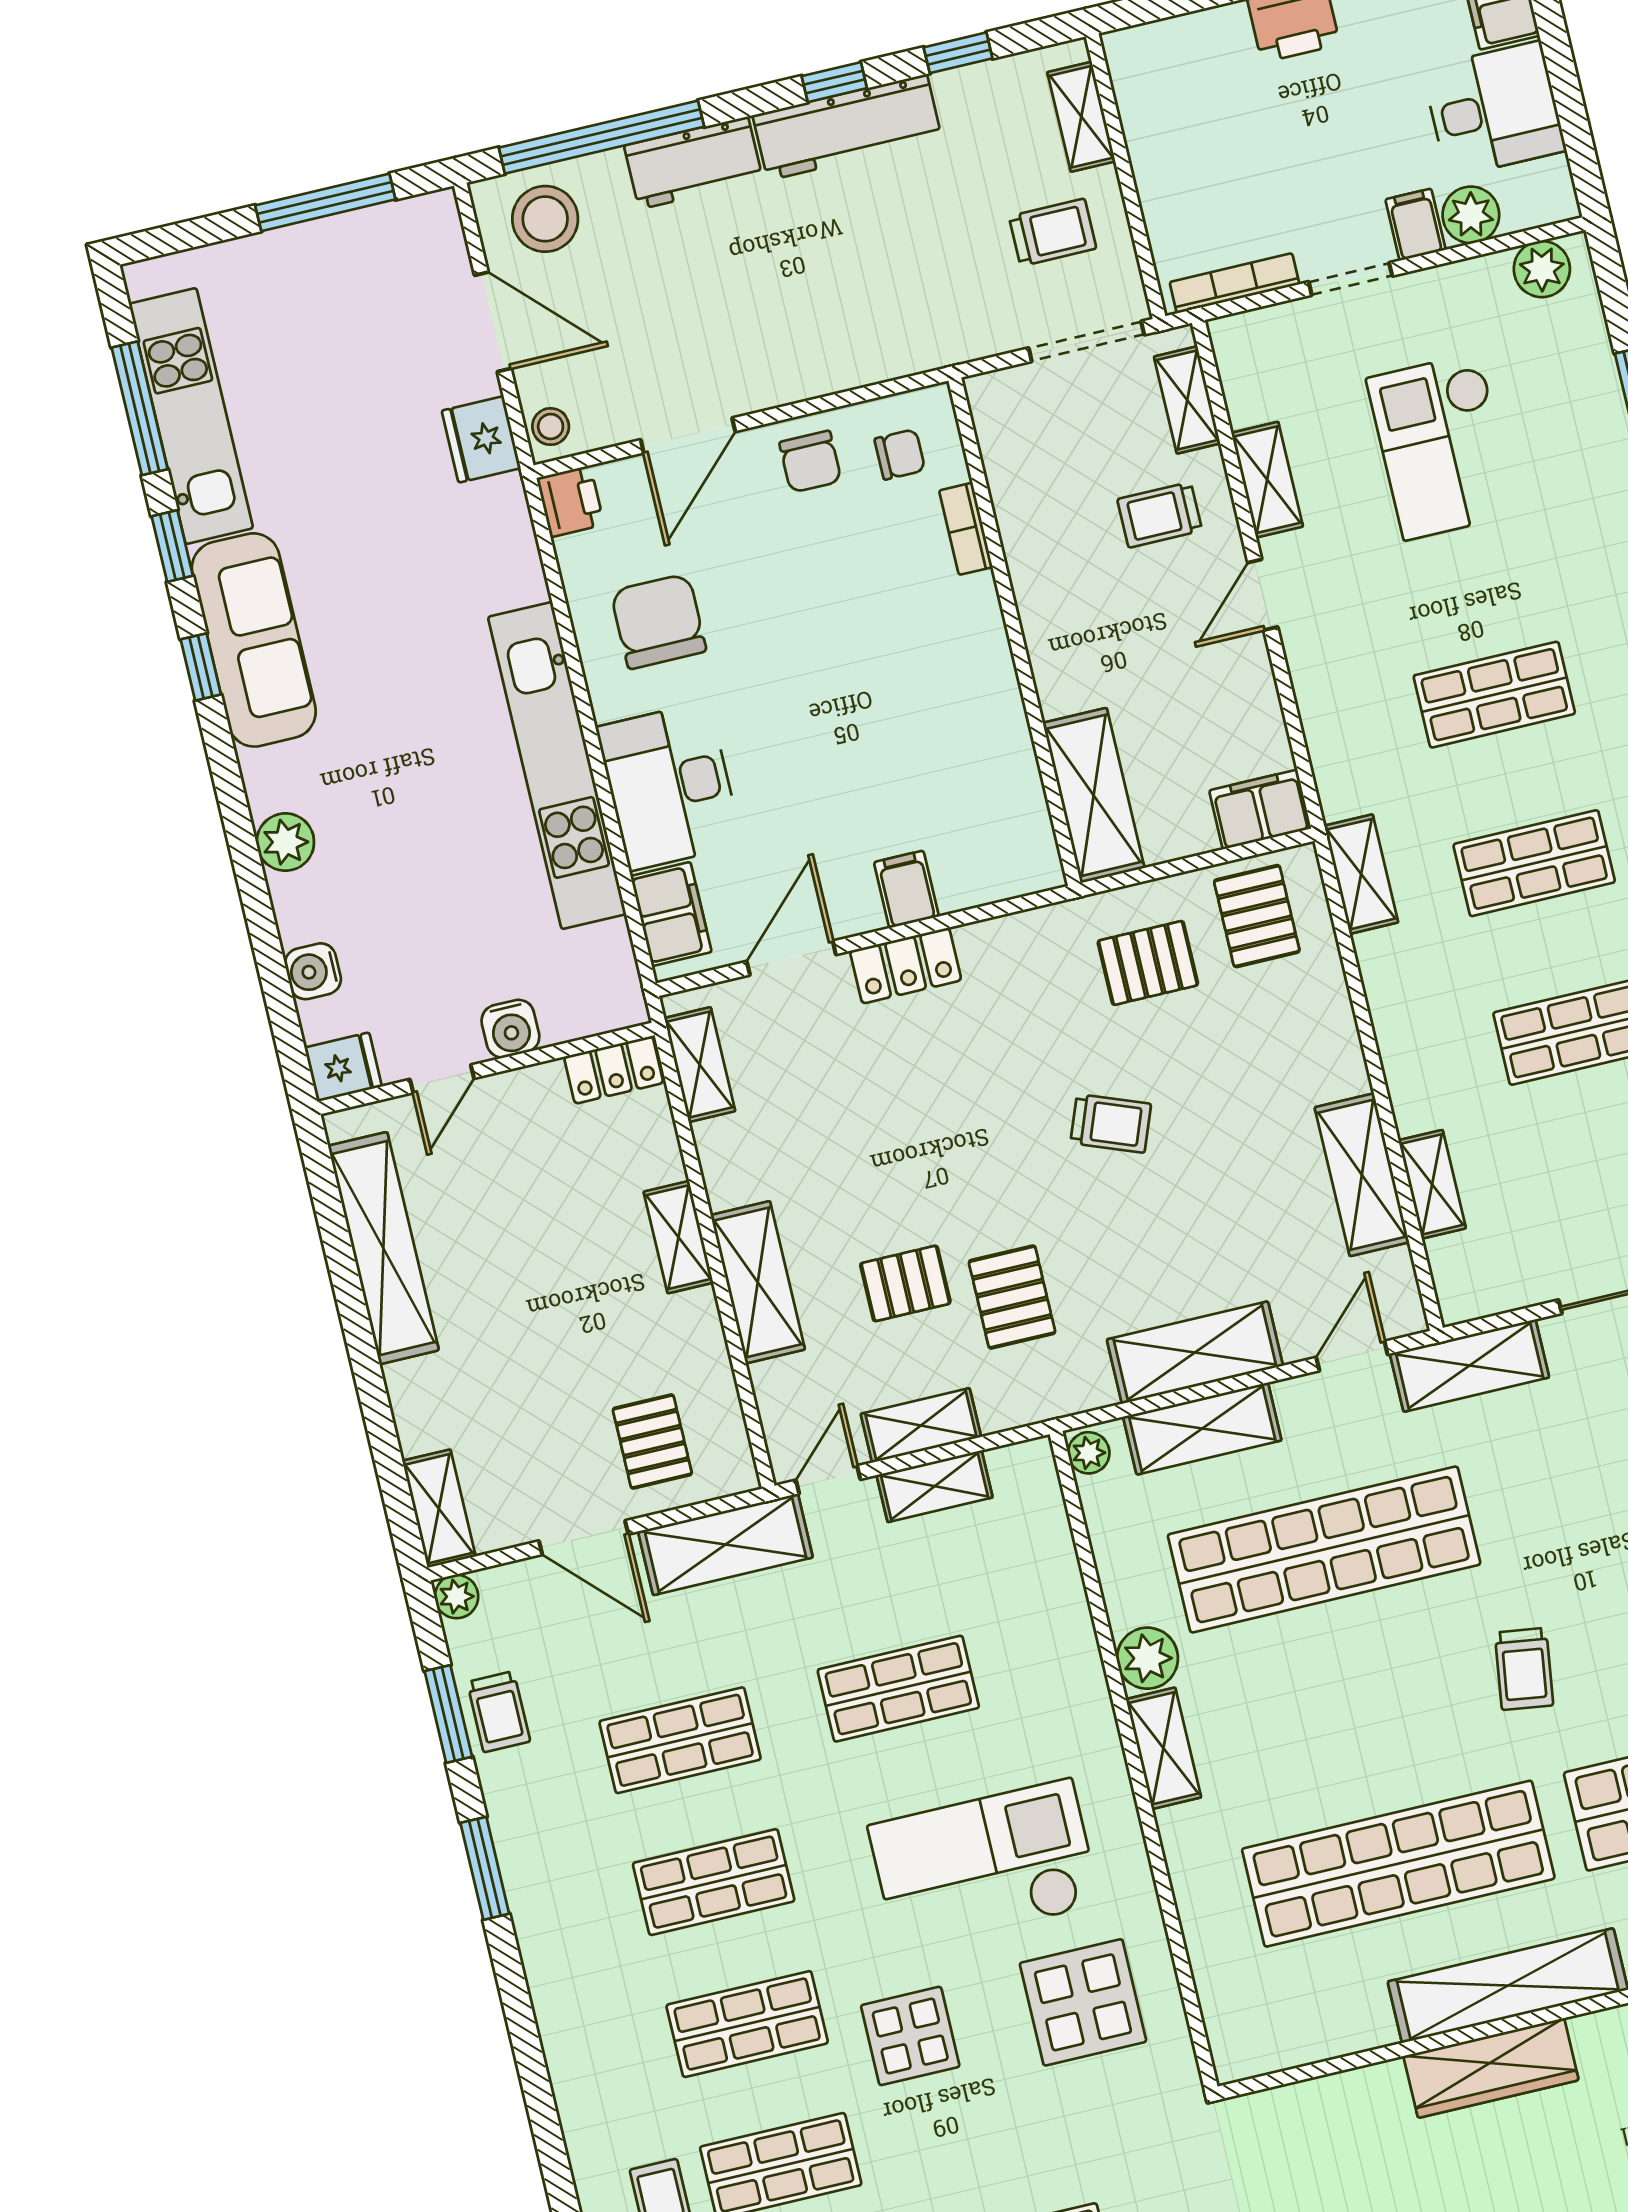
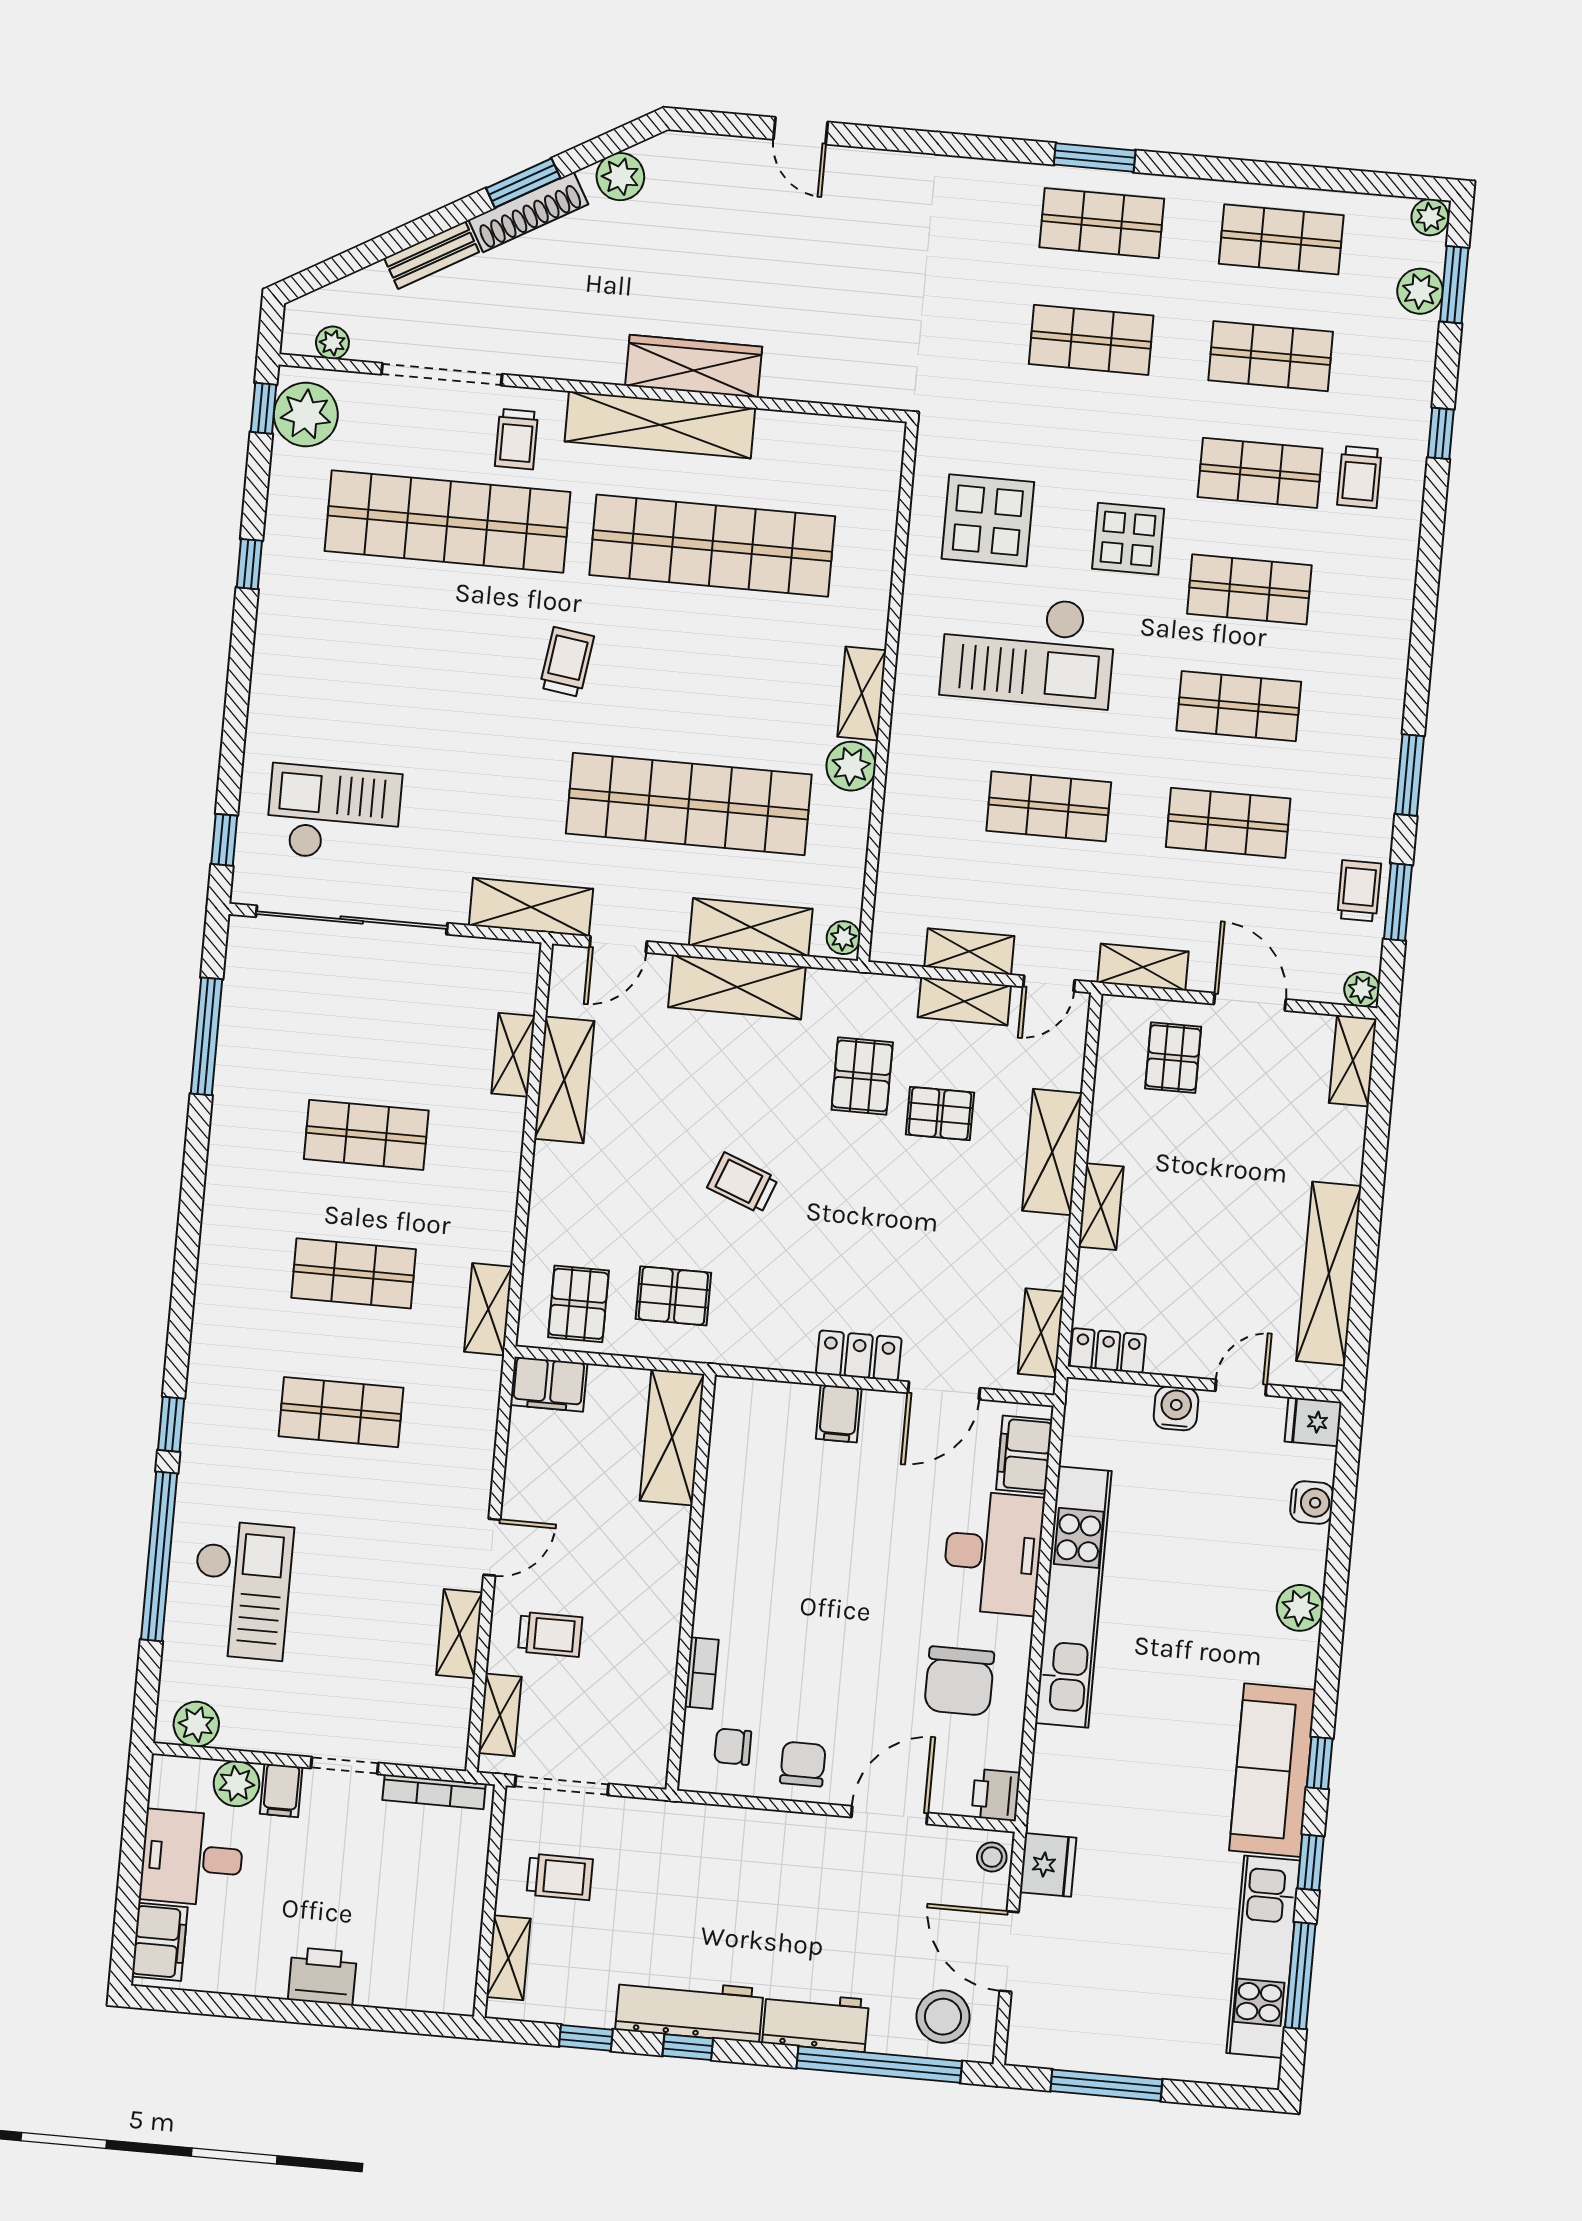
trolley: (1053, 232) -> (560, 1877), turned 180
checkout: (1442, 446) -> (241, 1590), moved
shelving: (725, 1544) -> (1143, 967), width x0.67, depth x0.75

